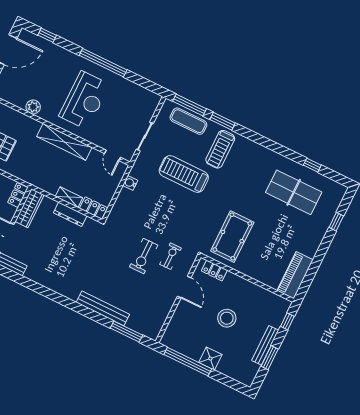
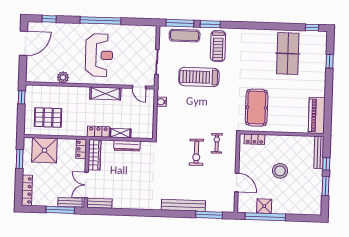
shelving: (64, 142) -> (105, 93), width x0.68
window: (312, 165) -> (312, 28), moved
table tennis table: (294, 192) -> (288, 54), turned 90
locker: (93, 208) -> (98, 132), moved
door: (184, 287) -> (237, 182), moved
window: (287, 321) -> (326, 164), moved
bench: (265, 345) -> (319, 152), moved
shower: (210, 359) -> (264, 206), moved

